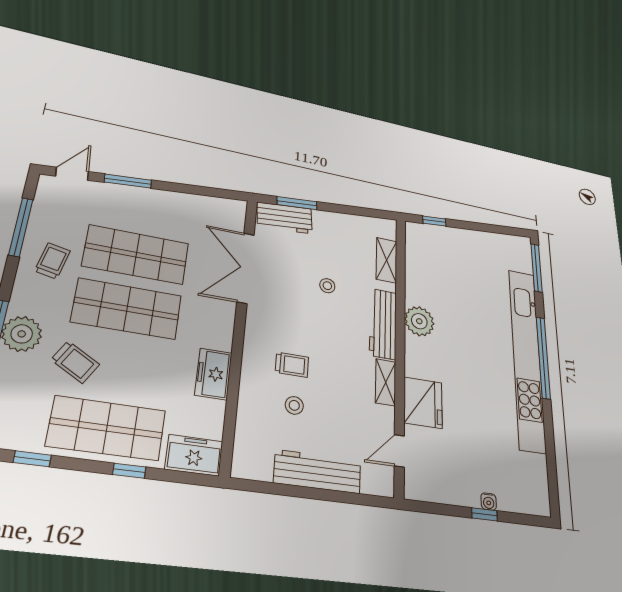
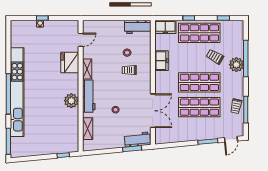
trolley: (52, 261) -> (236, 106), moved
workbench: (318, 472) -> (138, 27), moved, width x0.73

